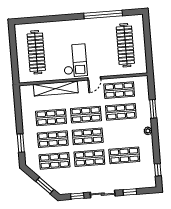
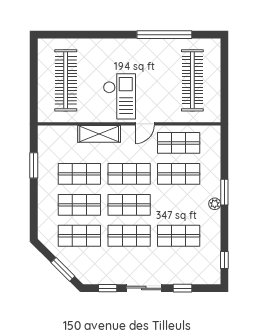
shelving: (56, 89) -> (99, 134), width x0.68
window: (153, 109) -> (224, 192), moved
window: (21, 143) -> (34, 165), moved

